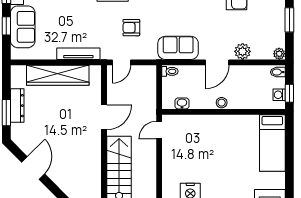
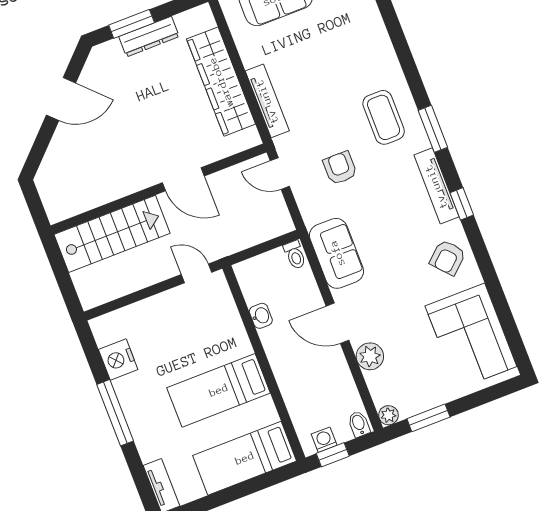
window: (289, 20) -> (428, 418), moved
washbasin: (182, 103) -> (261, 316), moved
stool: (222, 103) -> (277, 354), removed
bed: (229, 143) -> (219, 390), added

